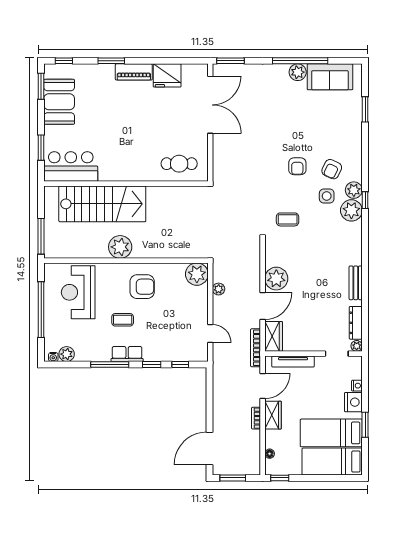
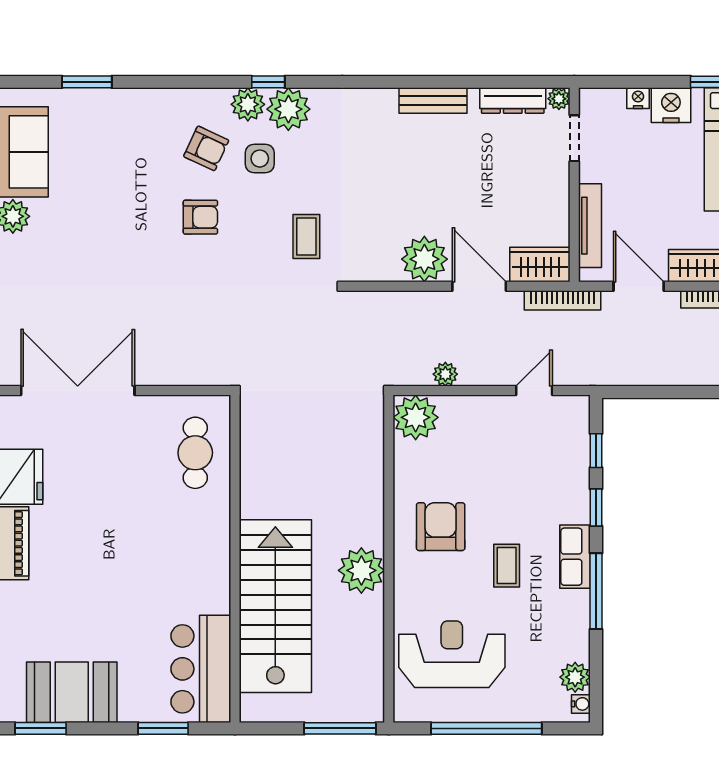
reception desk: (78, 292) -> (452, 654), turned 180

